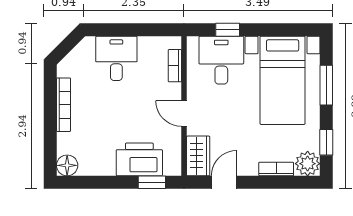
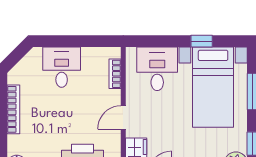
window: (228, 30) -> (202, 41), moved
door: (184, 114) -> (123, 117), hinge flipped

